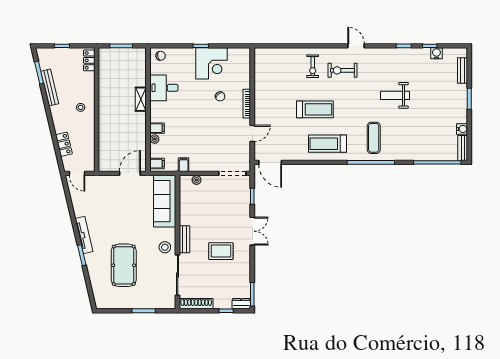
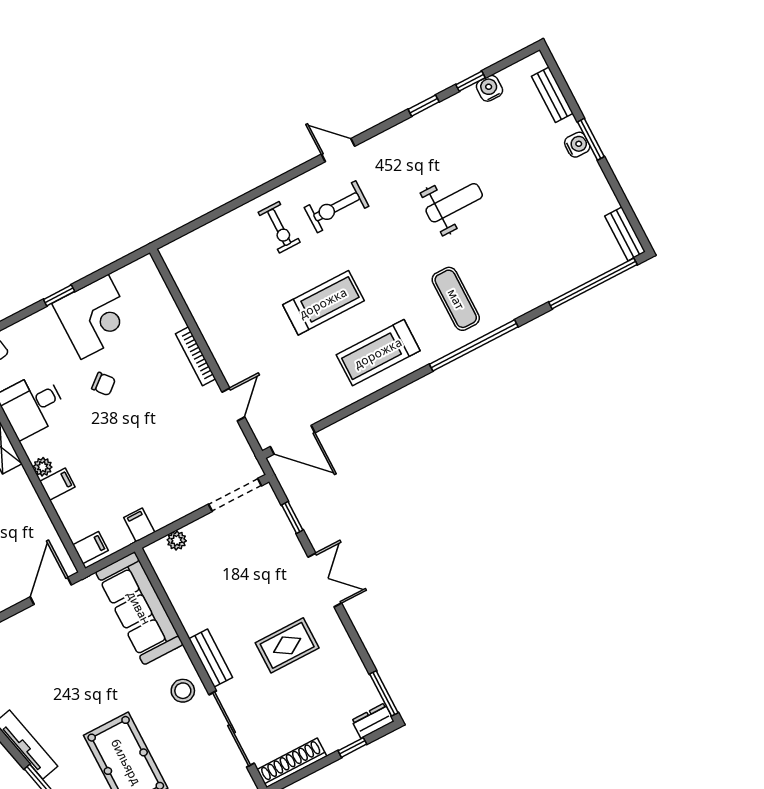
weight bench: (395, 95) -> (454, 203), turned 180
chair: (220, 96) -> (104, 384), moved
water cooler: (462, 129) -> (577, 145), moved
plant: (155, 139) -> (43, 467), moved

